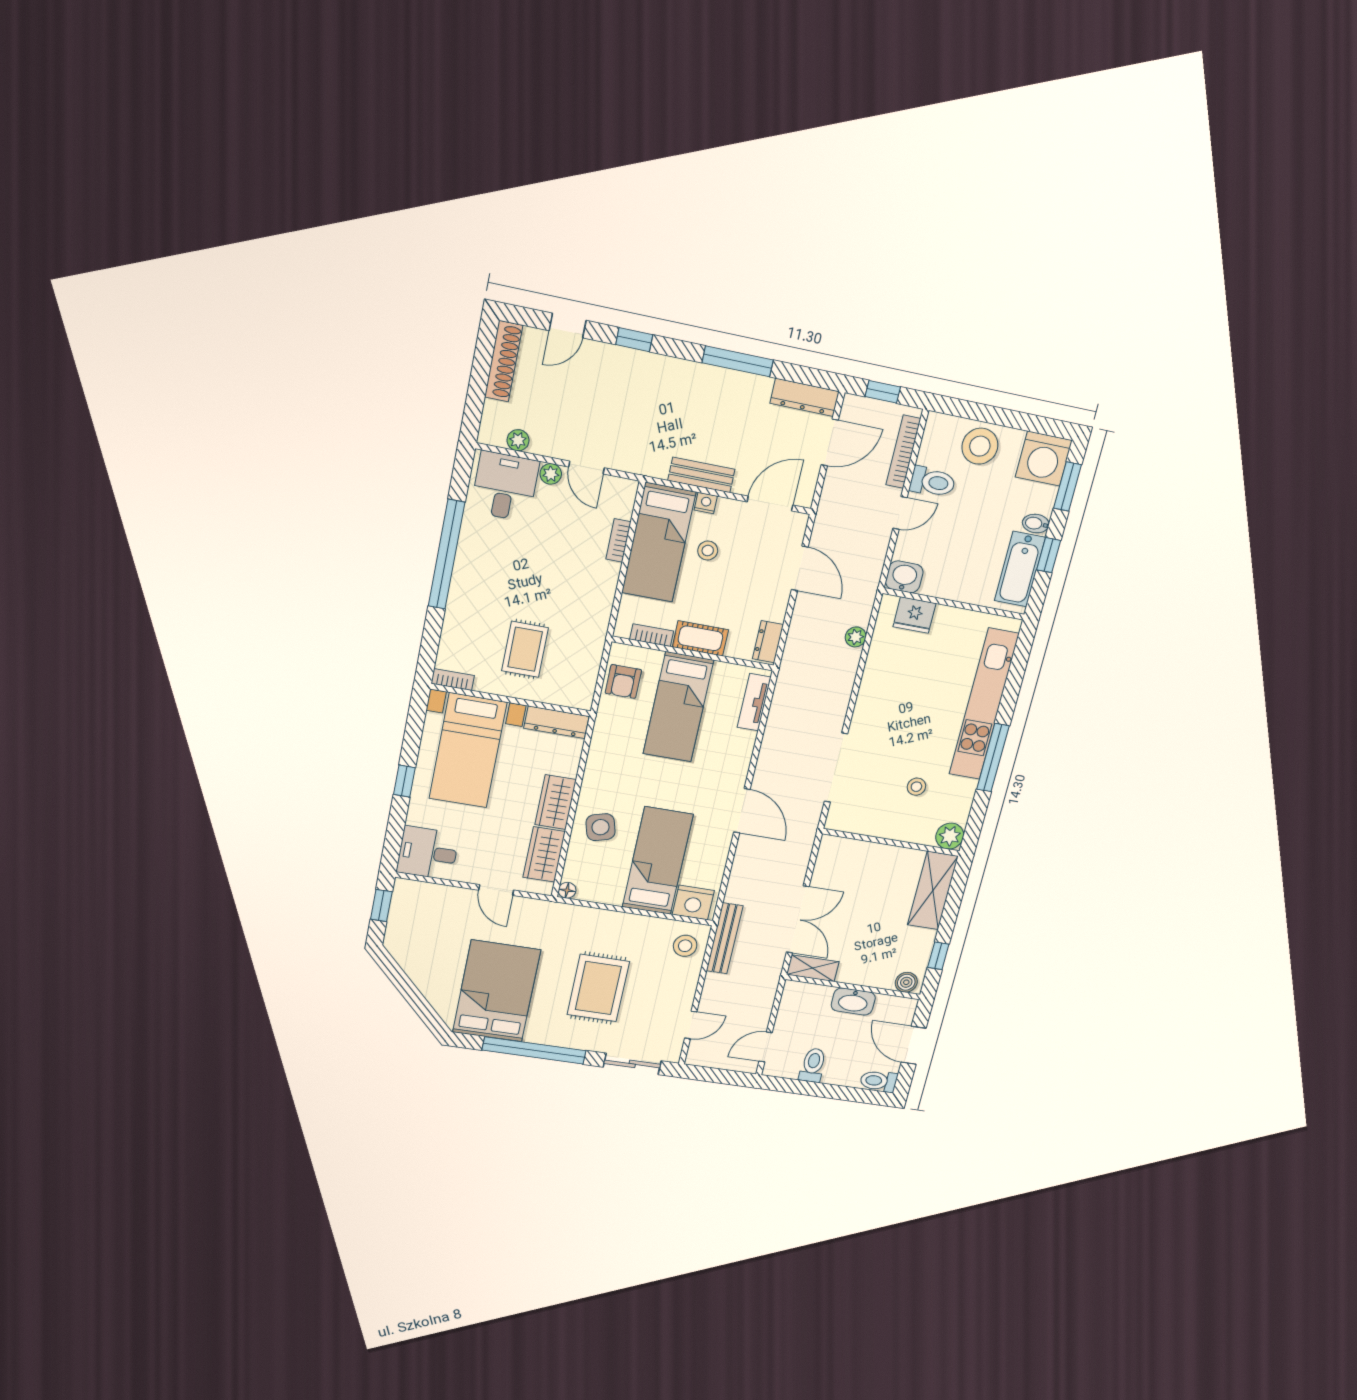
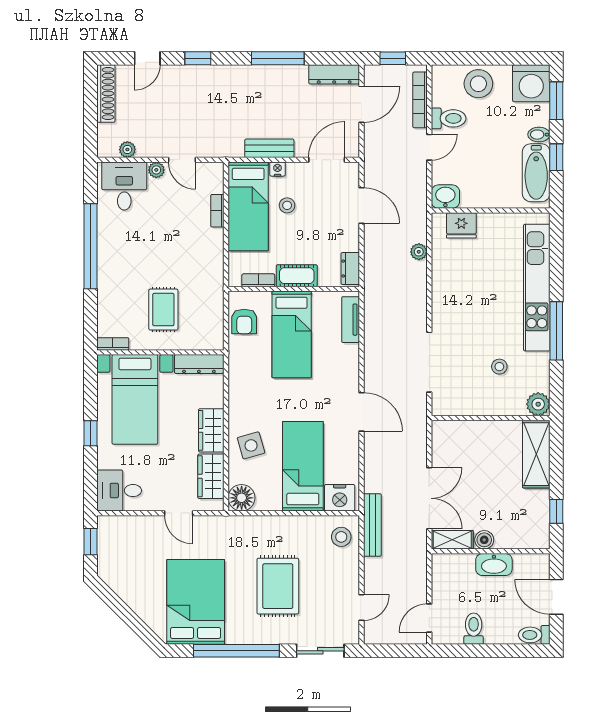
floor lamp: (567, 890) -> (242, 498), width x1.89, depth x1.89
boiler: (906, 982) -> (484, 540), moved

